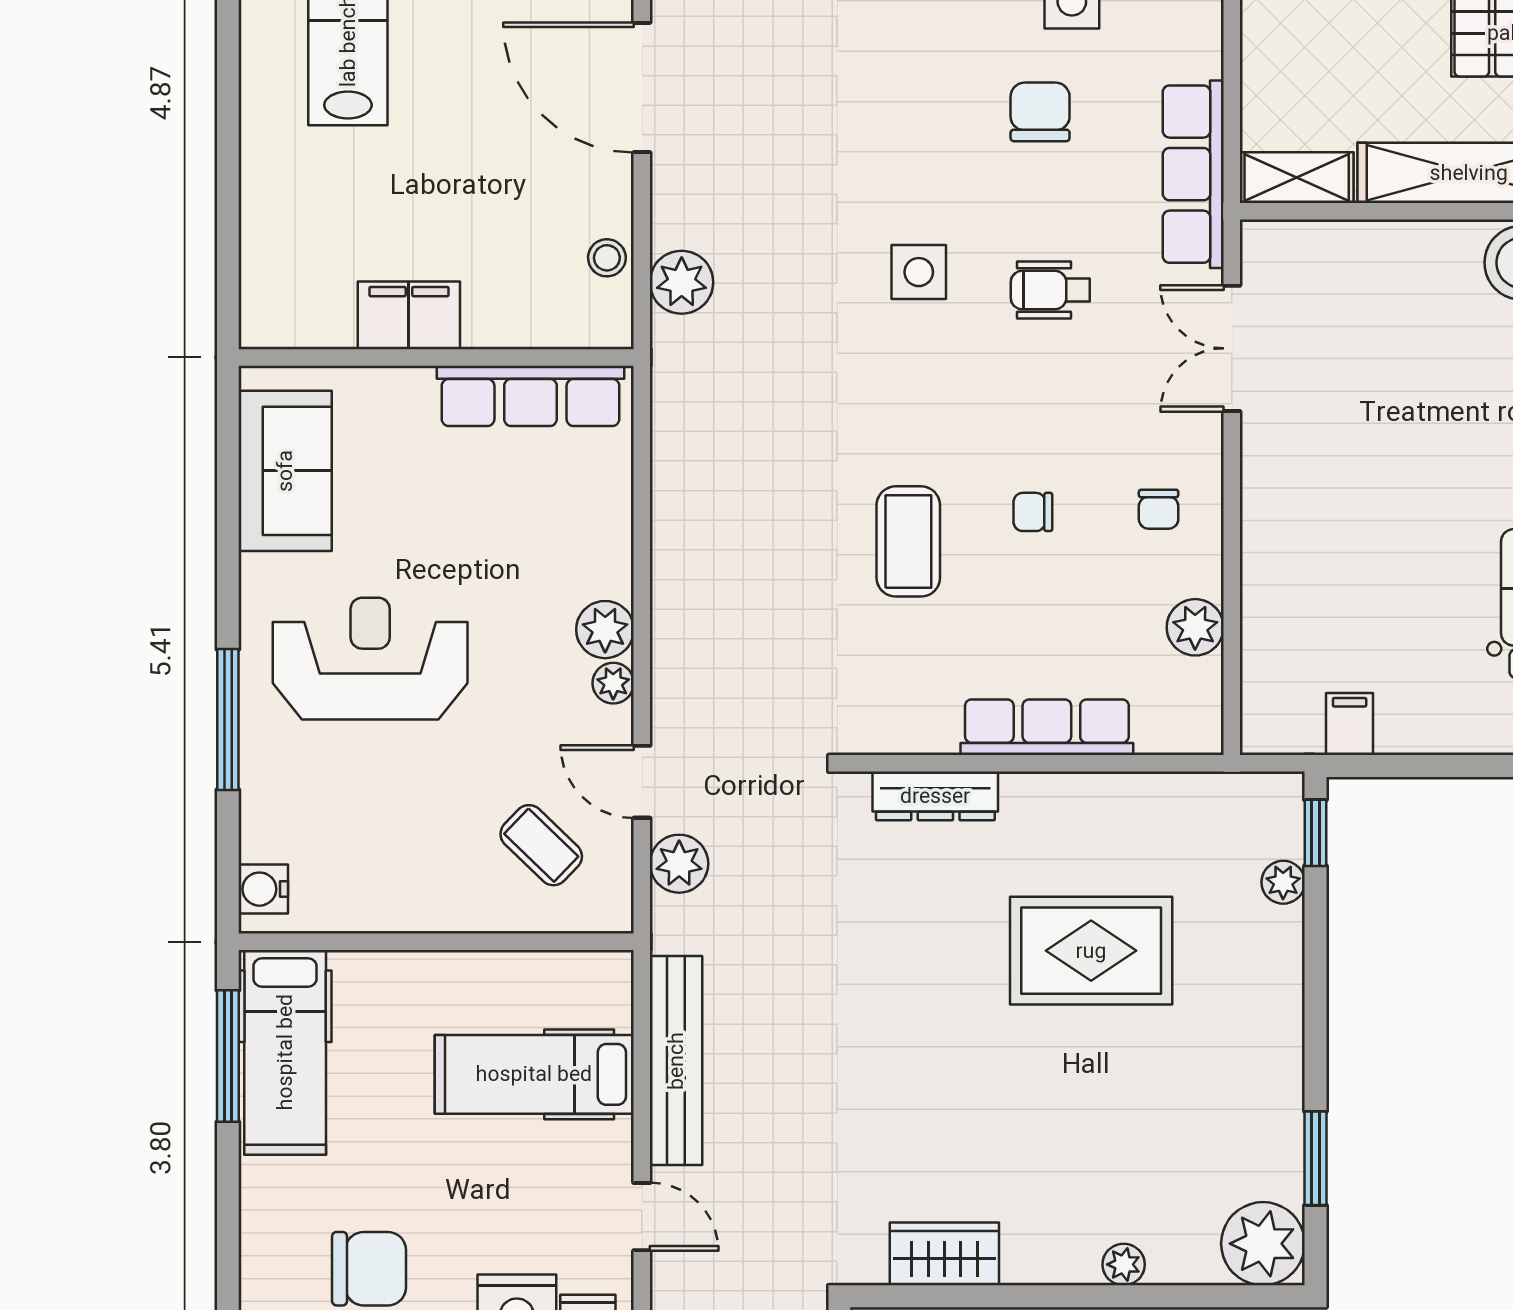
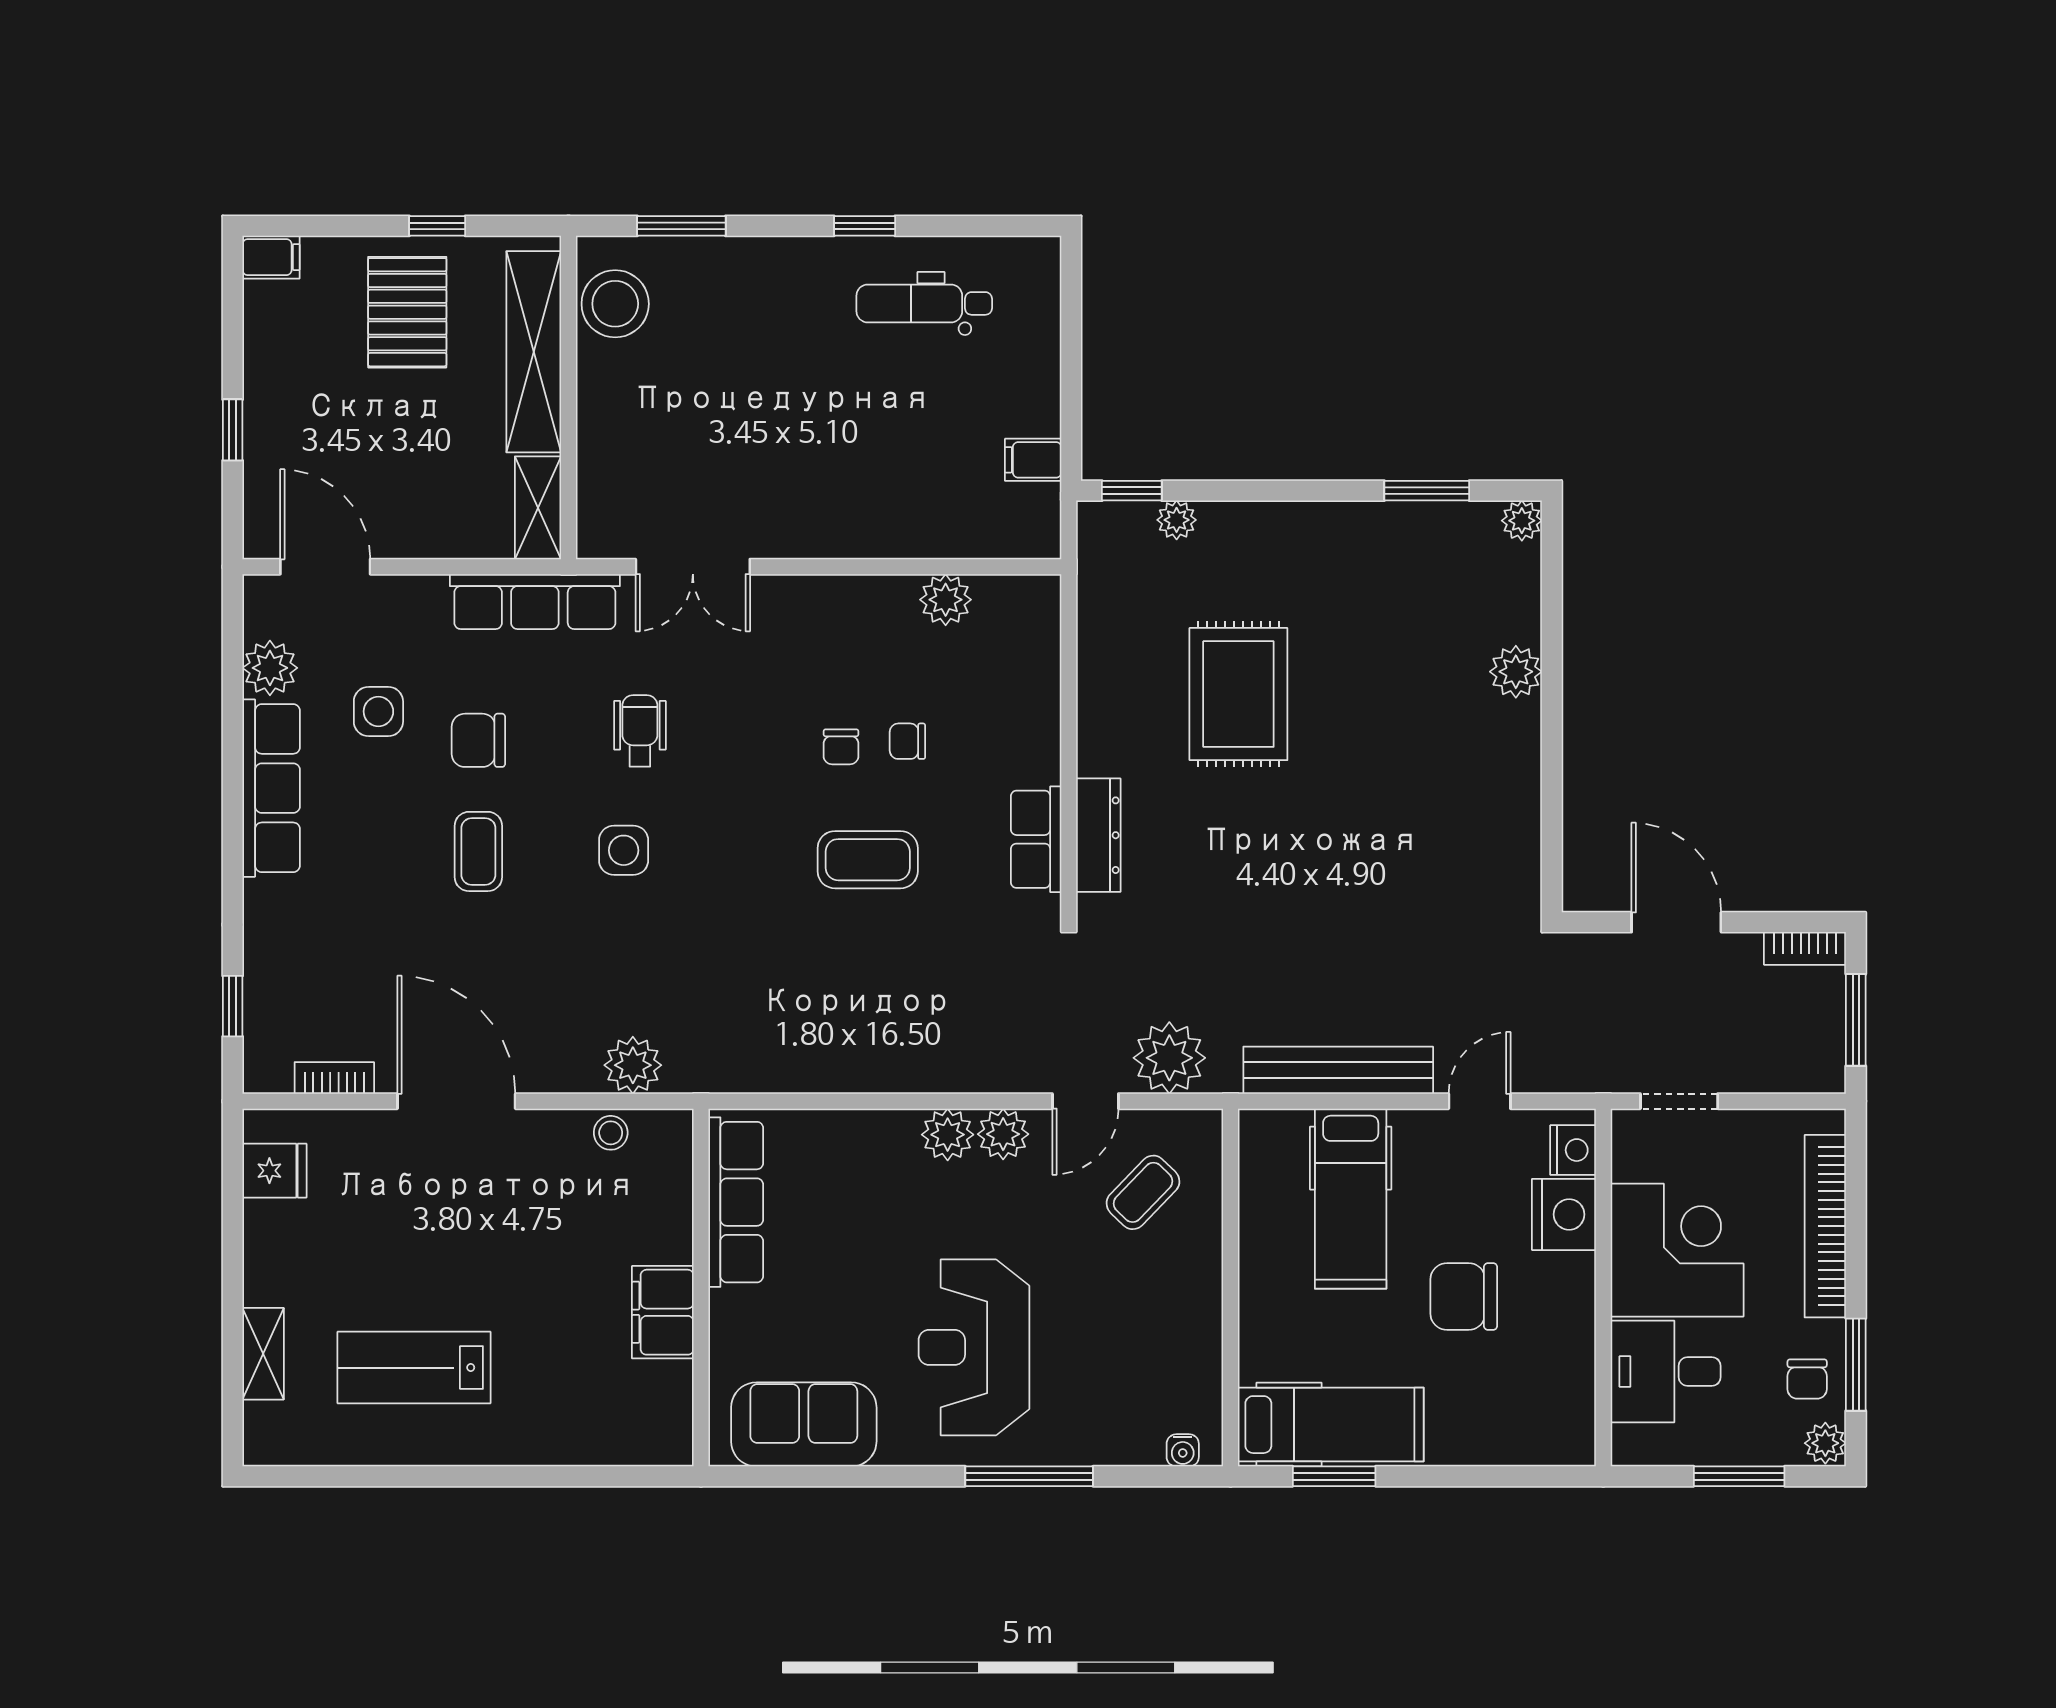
door: (642, 88) -> (456, 1101), swing flipped
coffee table: (917, 112) -> (478, 851), added
wheelchair: (1050, 290) -> (640, 731), turned 180
chair: (1159, 509) -> (907, 741), moved, turned 180
plant: (613, 683) -> (1003, 1134), width x1.38, depth x1.38
row of seats: (1047, 727) -> (1036, 839), moved, width x0.68
plant: (679, 864) -> (1169, 1058), width x1.36, depth x1.36
water cooler: (263, 889) -> (1183, 1450), width x0.72, depth x0.72
window: (228, 1056) -> (1334, 1476), width x0.69
plant: (1263, 1244) -> (1522, 521), width x0.53, depth x0.53
wardrobe: (944, 1254) -> (1513, 827), removed
plant: (1124, 1264) -> (1516, 672), width x1.38, depth x1.38
chair: (369, 1269) -> (1464, 1296), moved, turned -90

